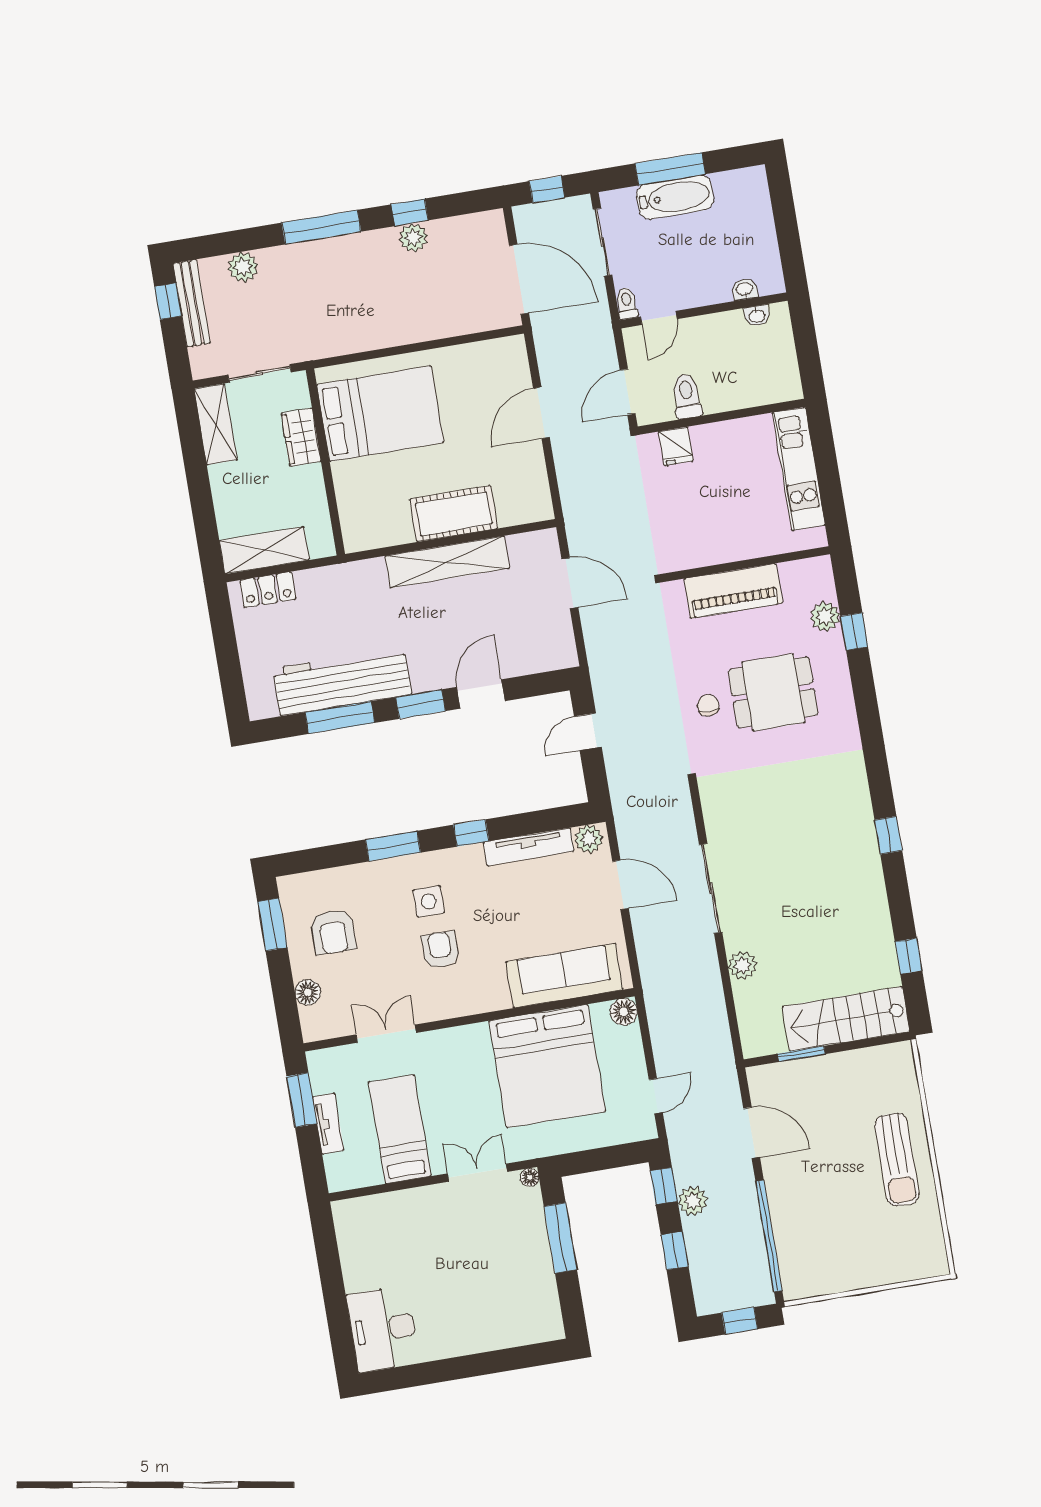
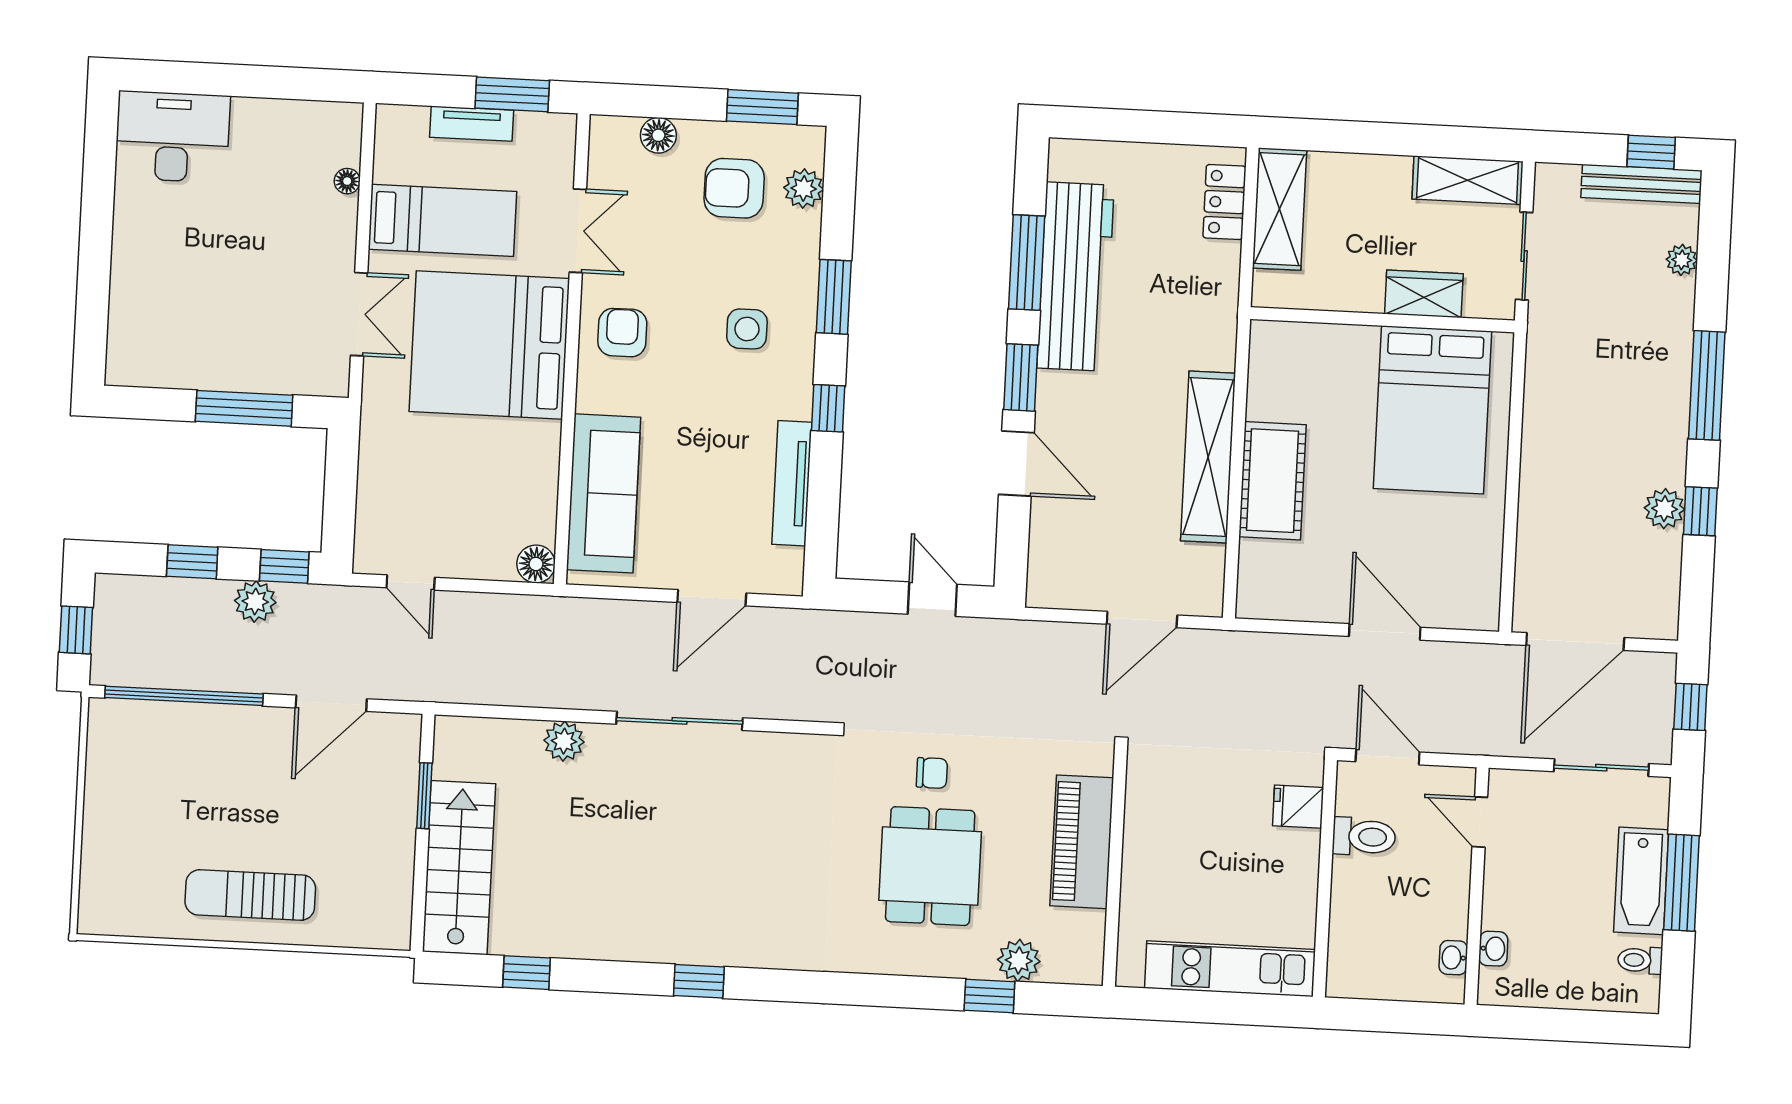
plant: (243, 267) -> (1682, 260), width x0.73, depth x0.73
toilet: (627, 303) -> (1640, 960), moved, turned 180
plant: (589, 839) -> (804, 188), moved
armchair: (440, 950) -> (622, 333), moved, turned -90
bed: (547, 1066) -> (489, 345), moved
floor lamp: (530, 1177) -> (347, 181), moved

